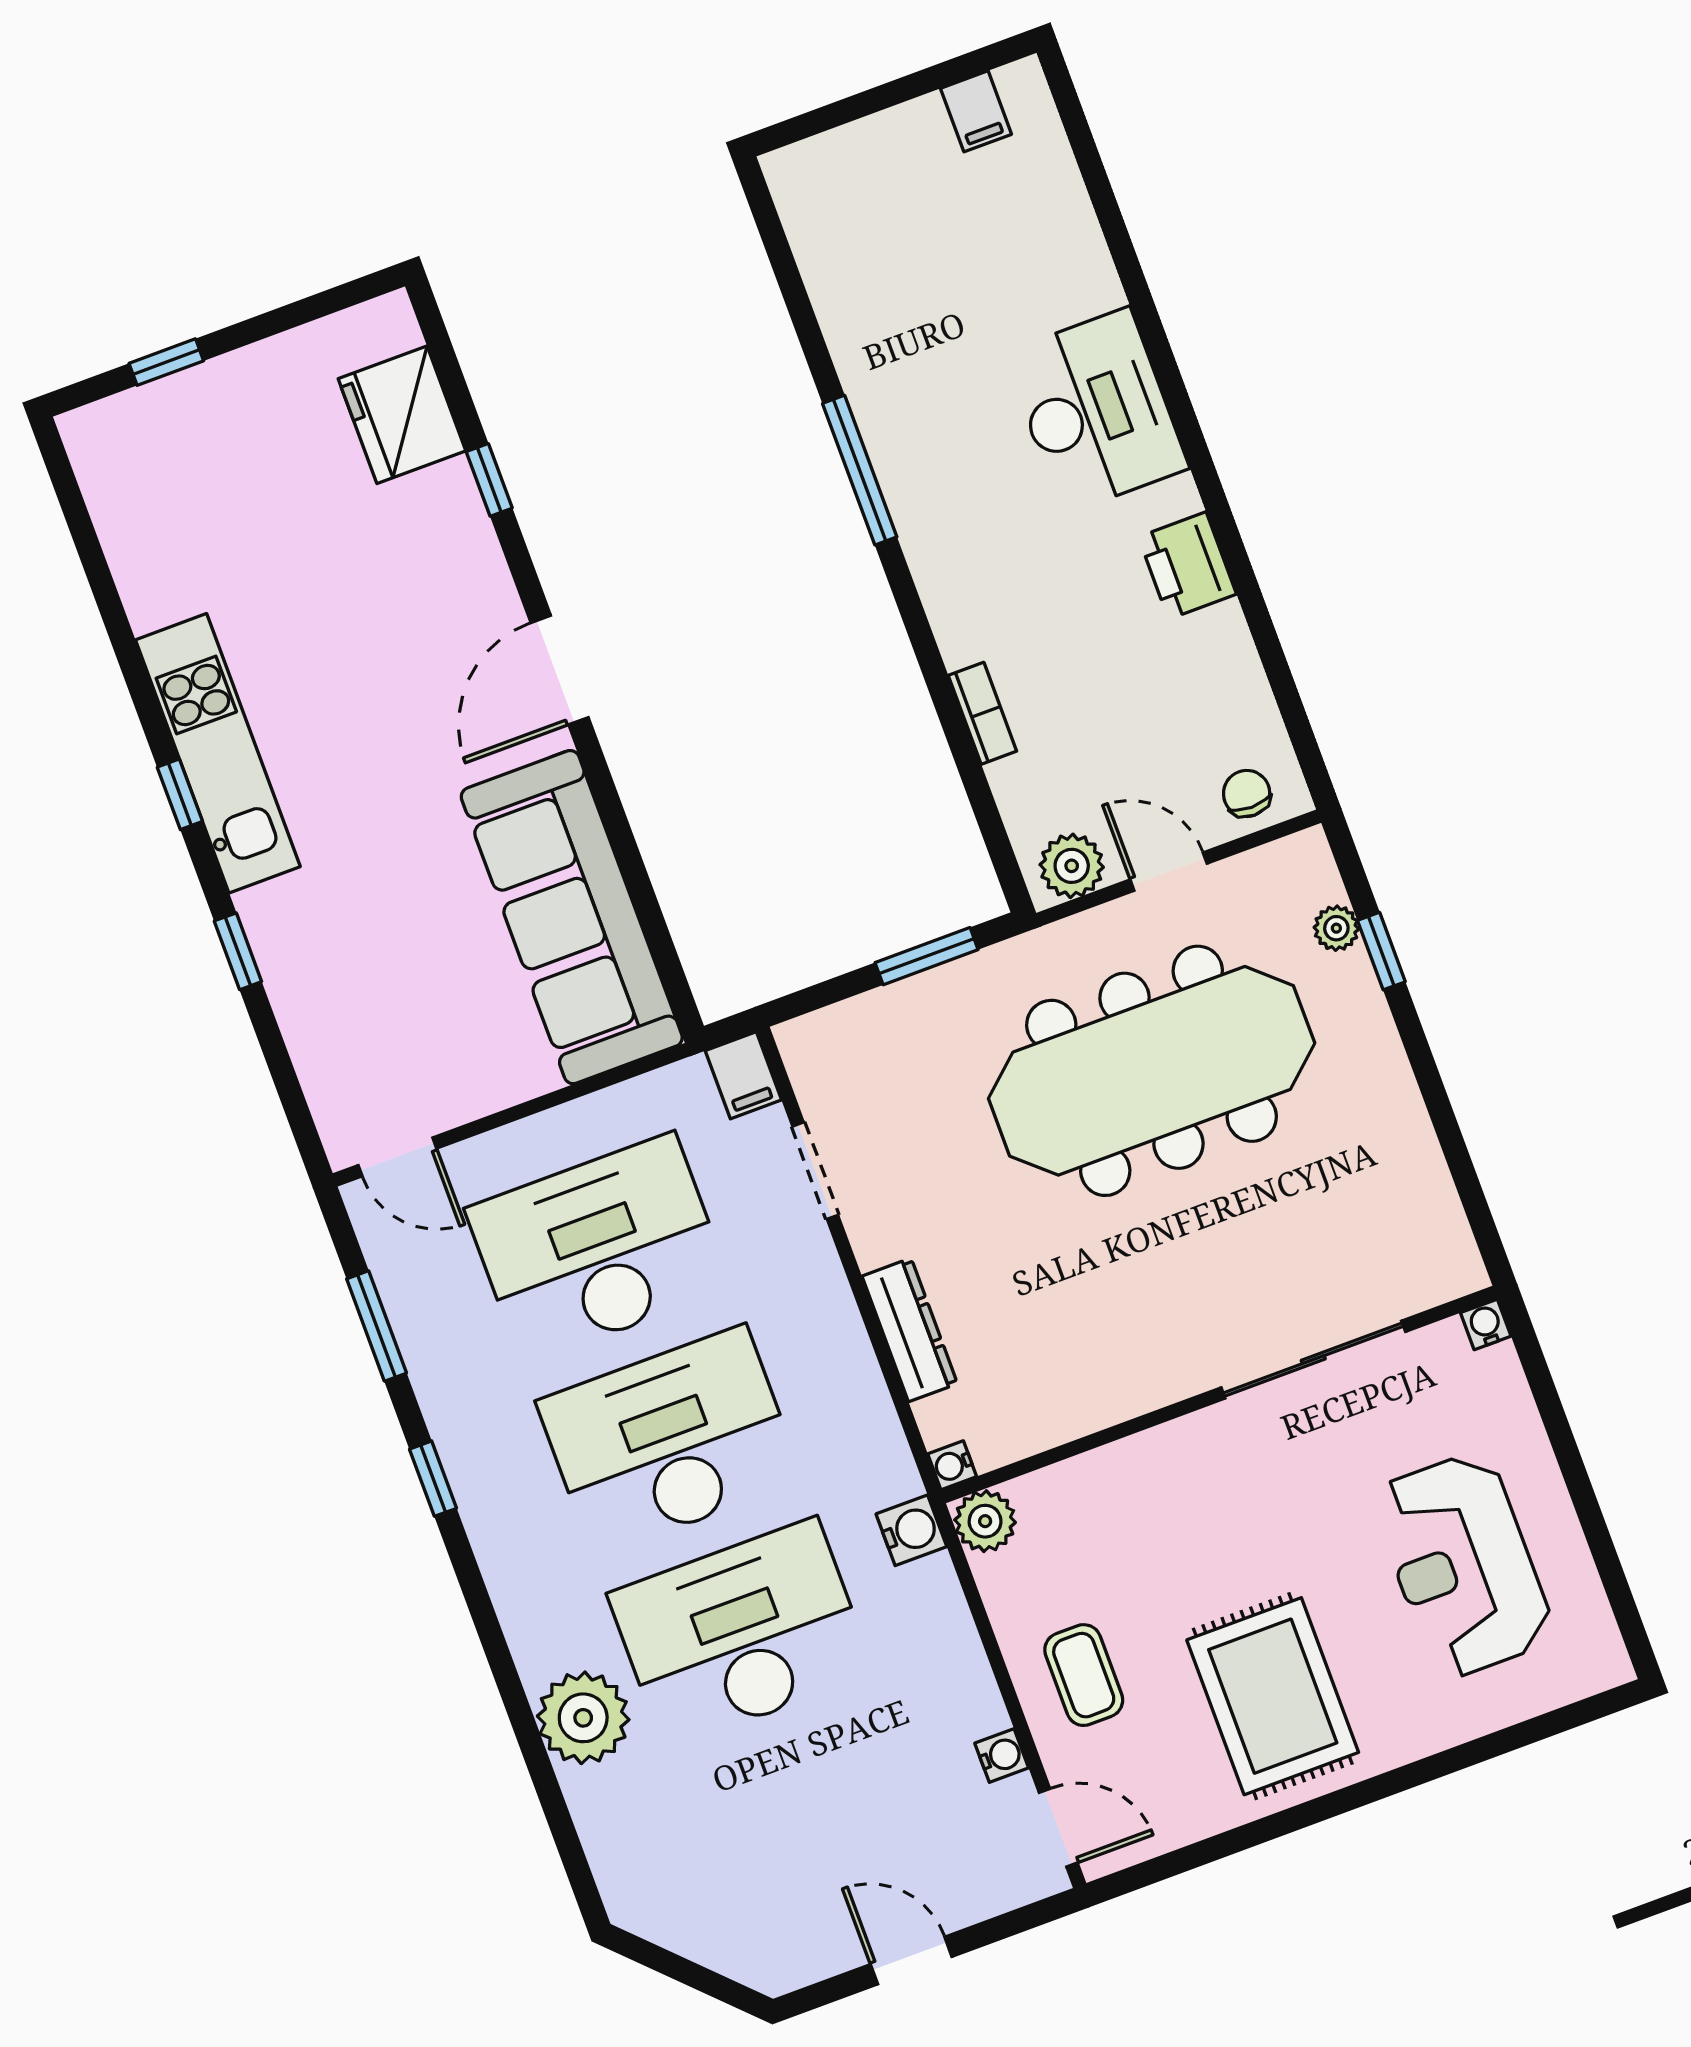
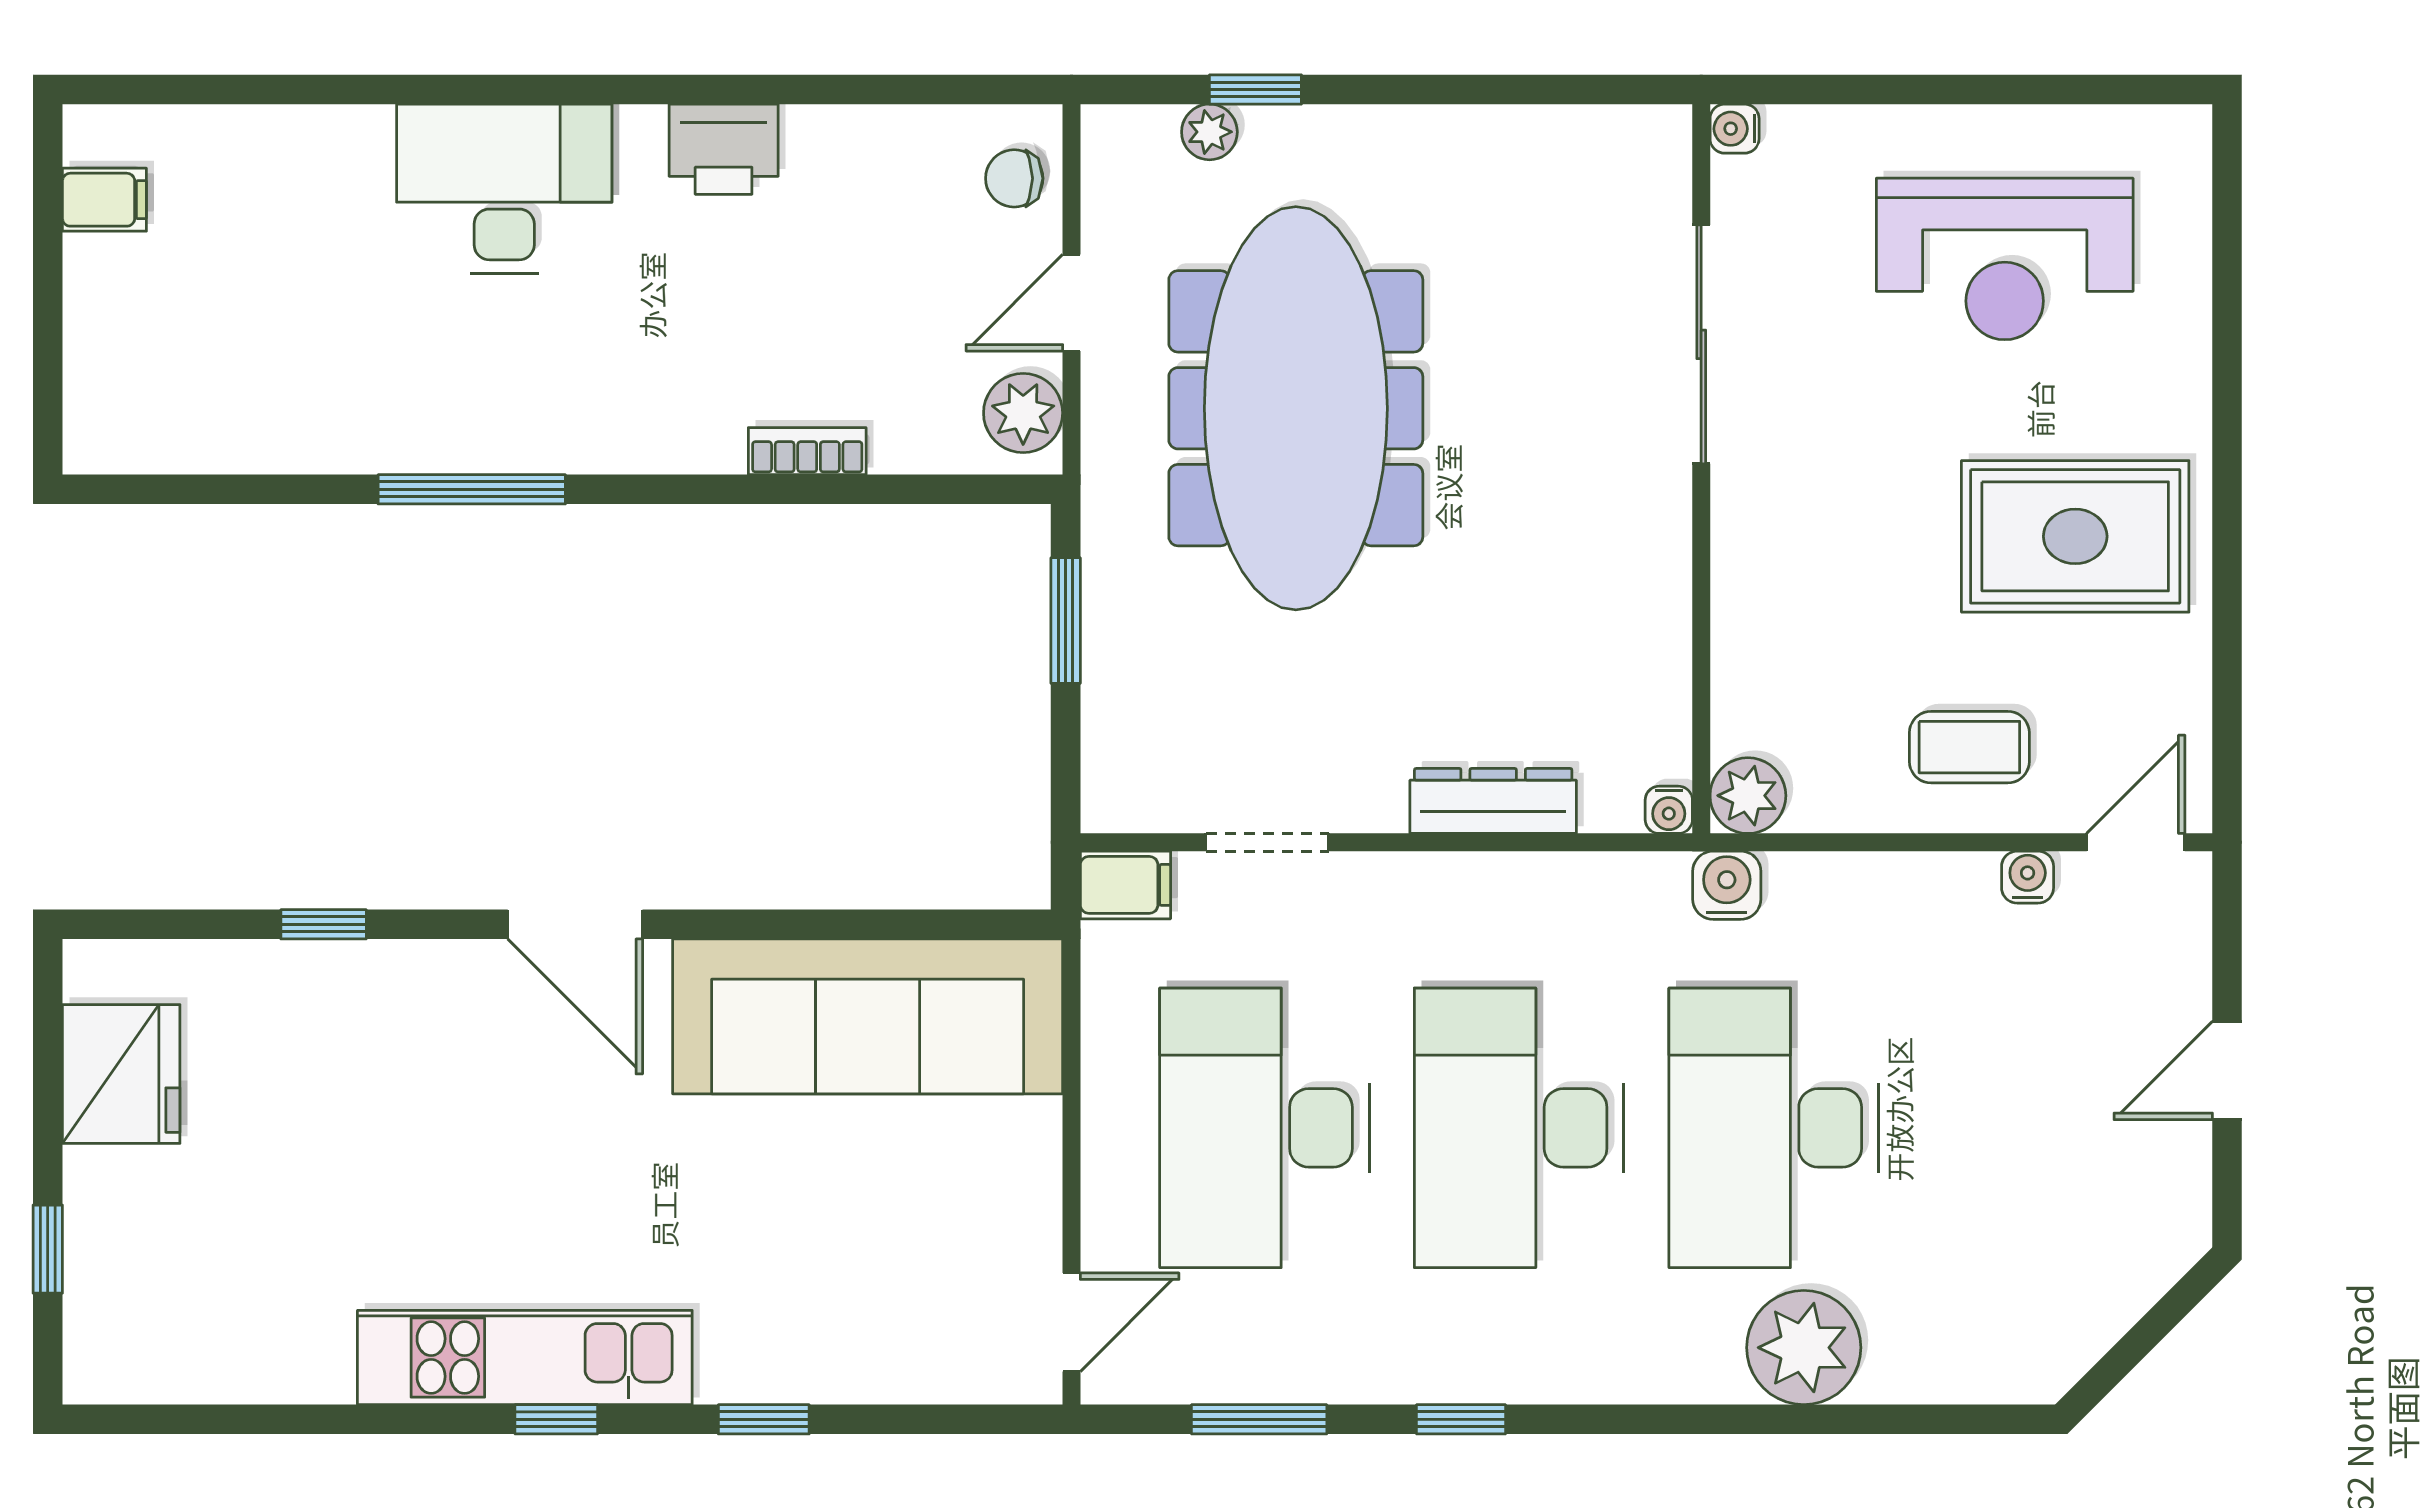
fridge: (402, 415) -> (121, 1074), moved, turned -90

